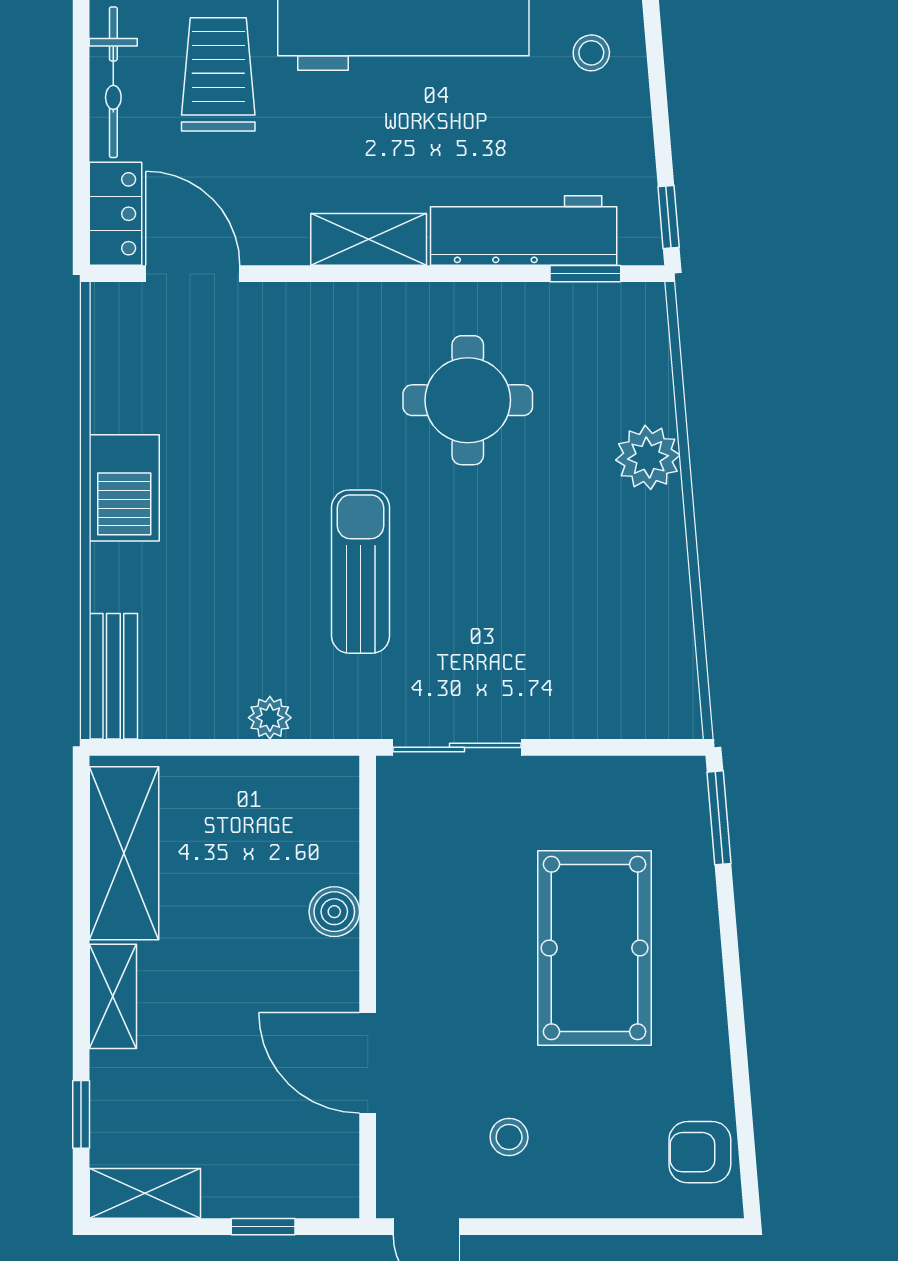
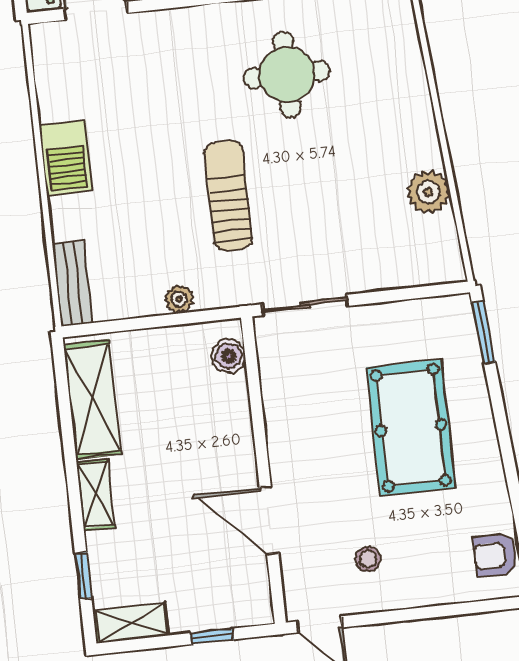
plant: (648, 457) -> (428, 192), moved
boiler: (334, 912) -> (229, 356), moved

